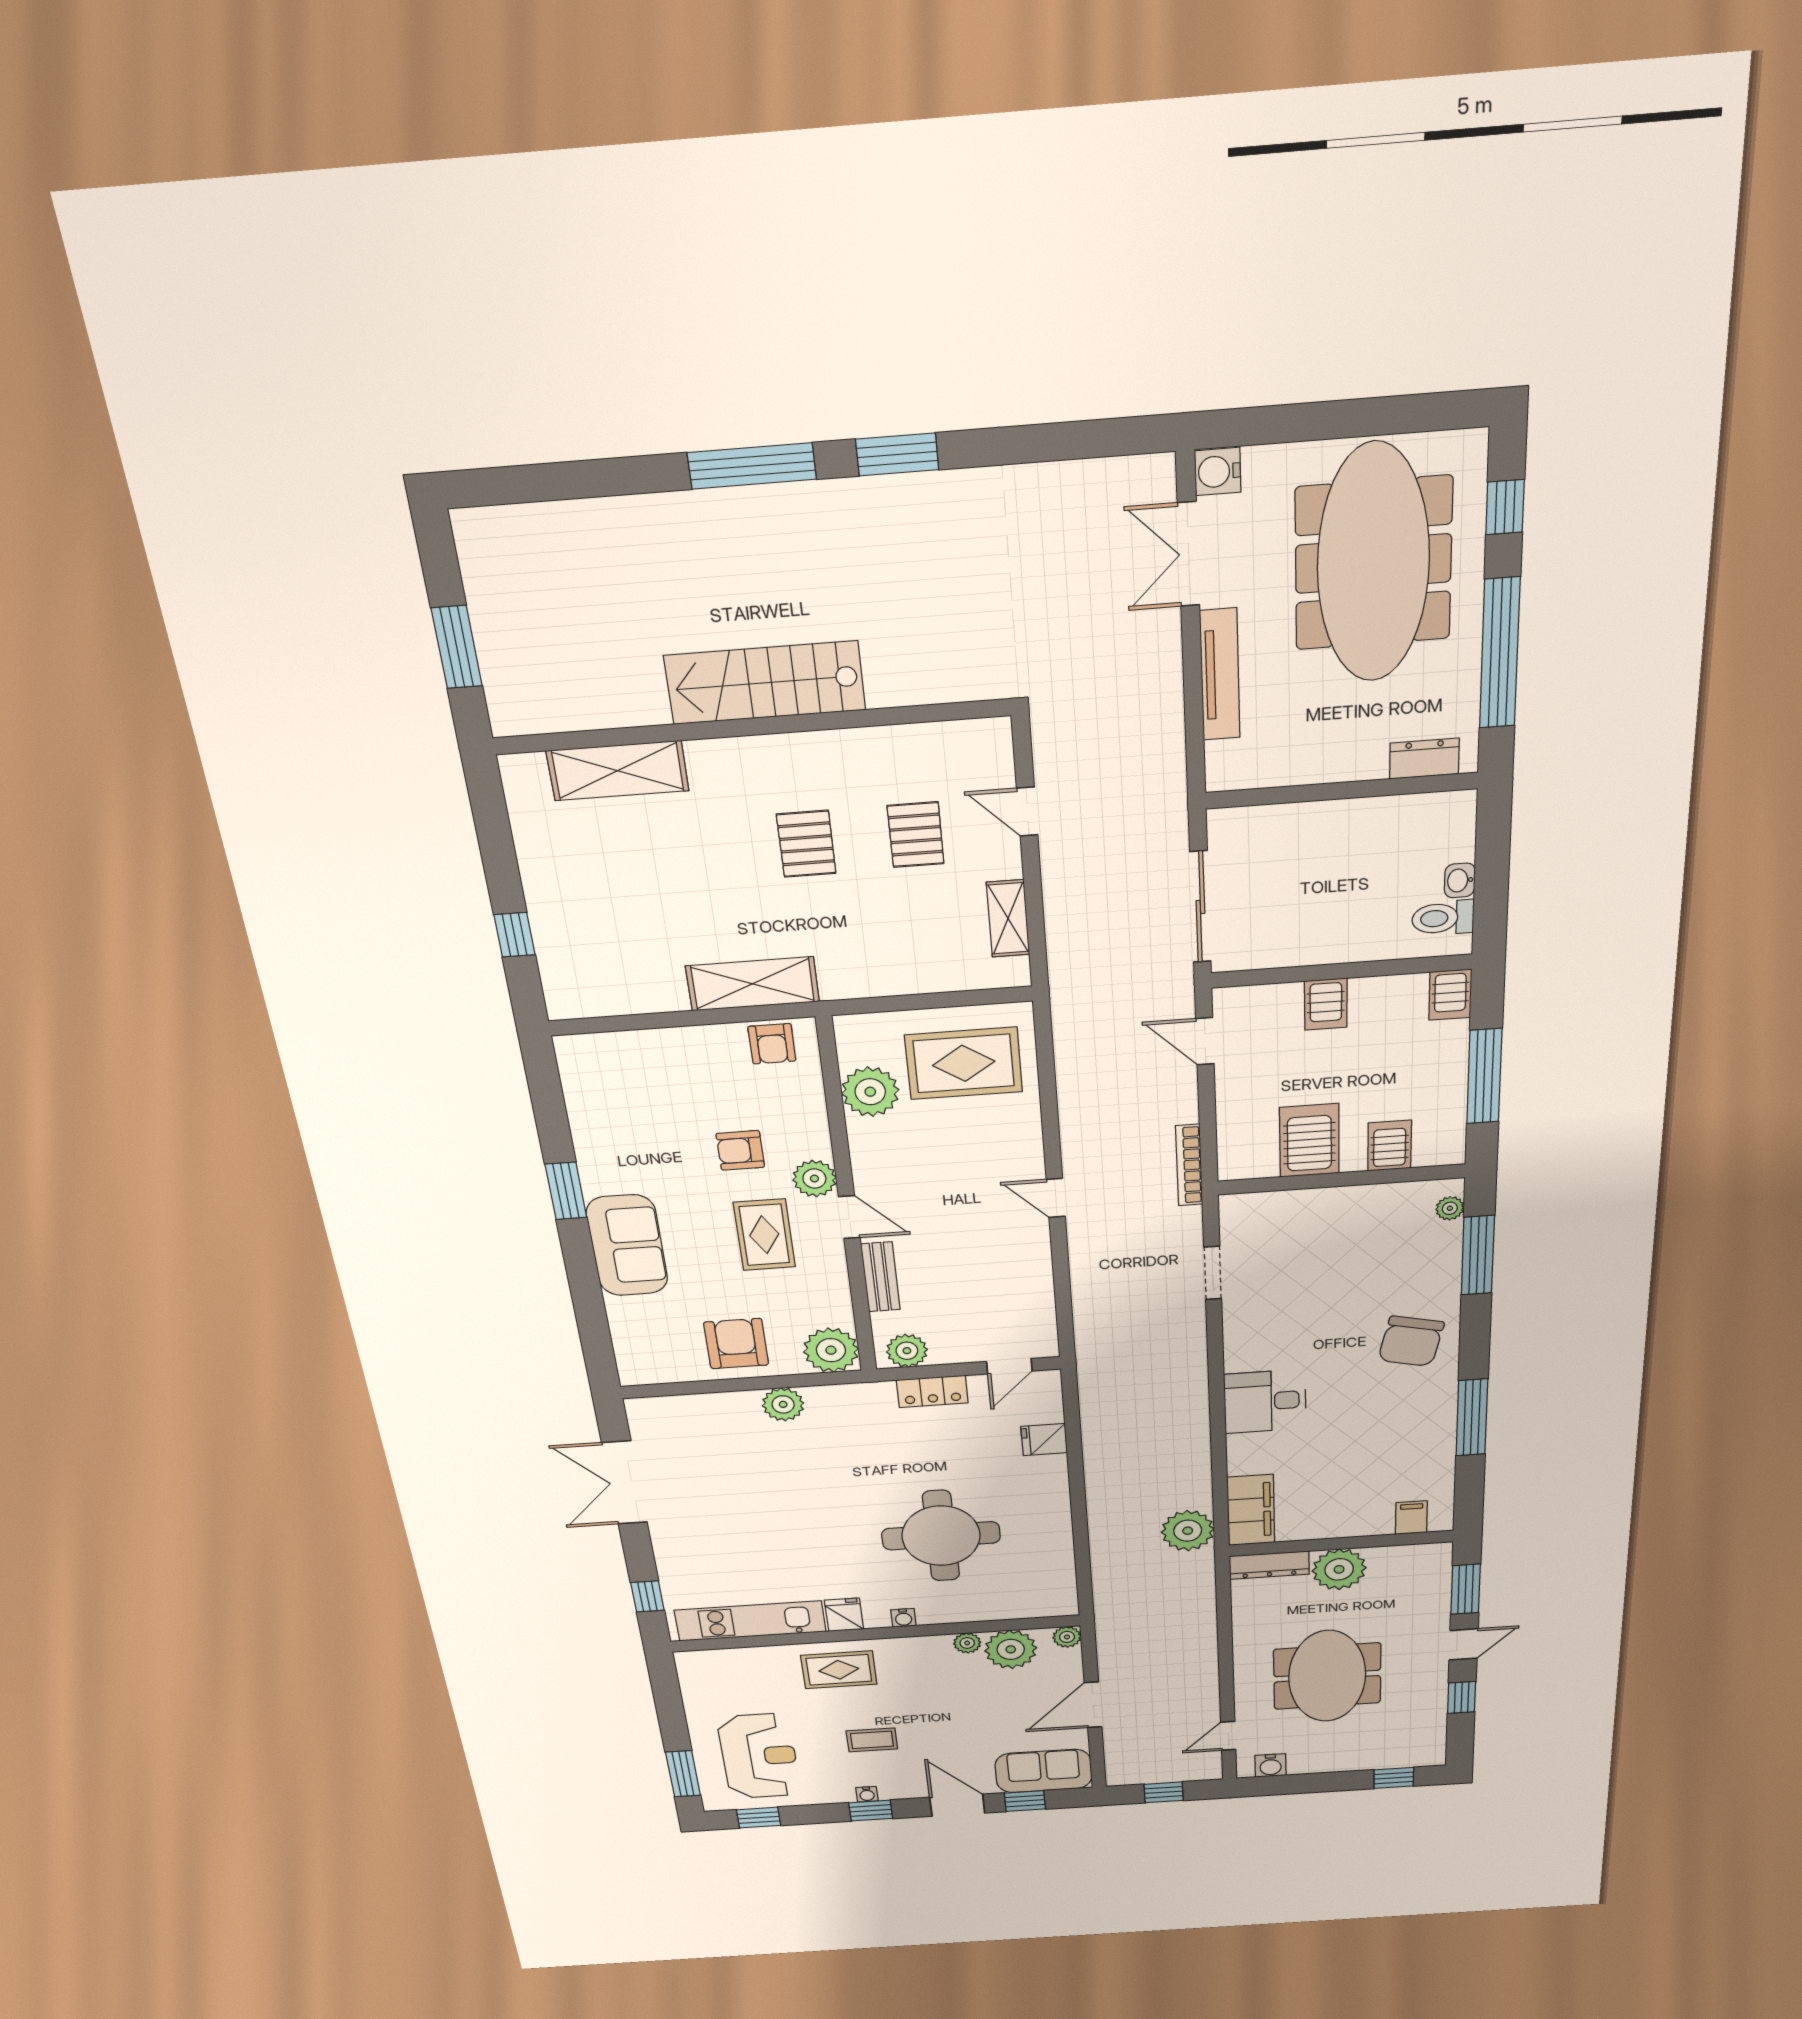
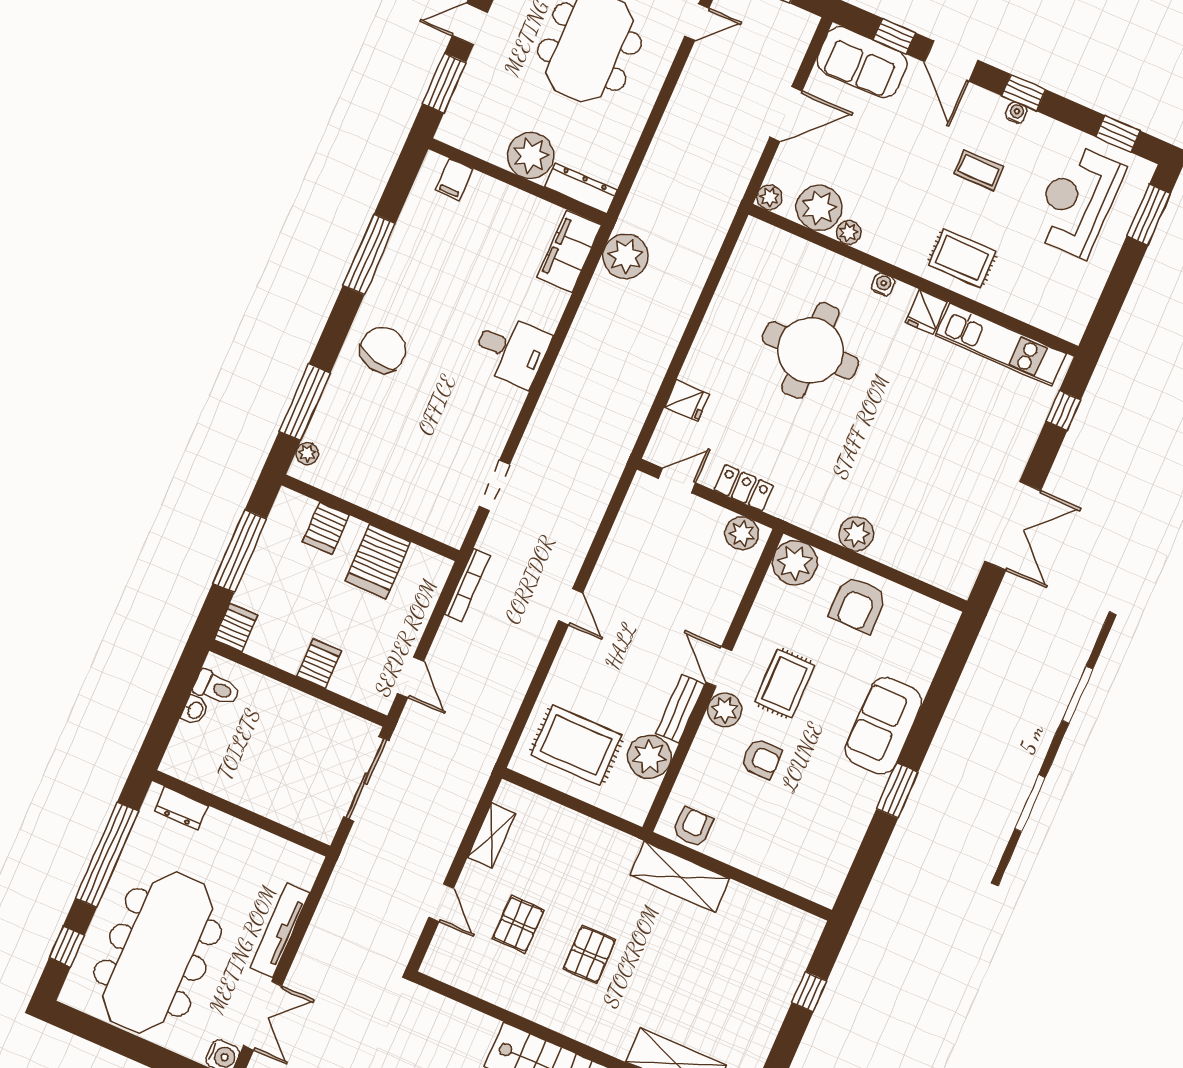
bench: (880, 1277) -> (680, 709), moved

